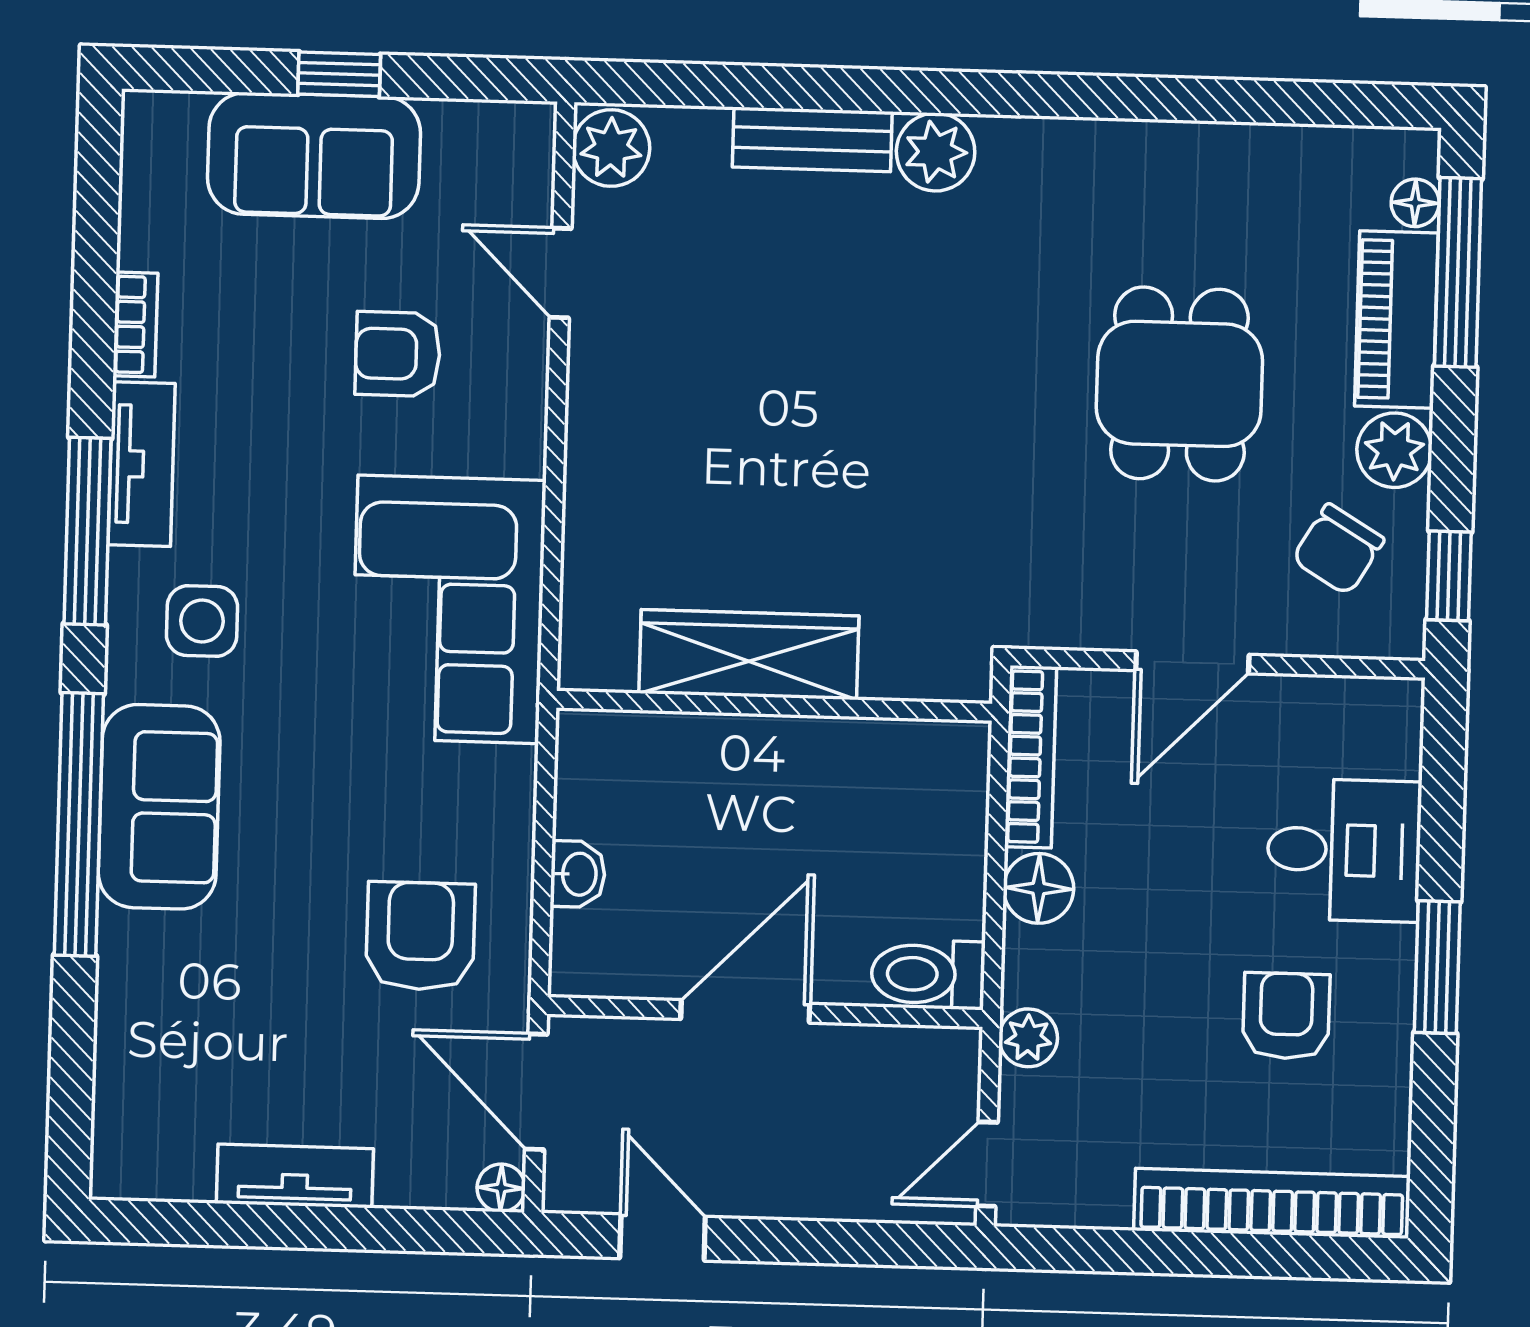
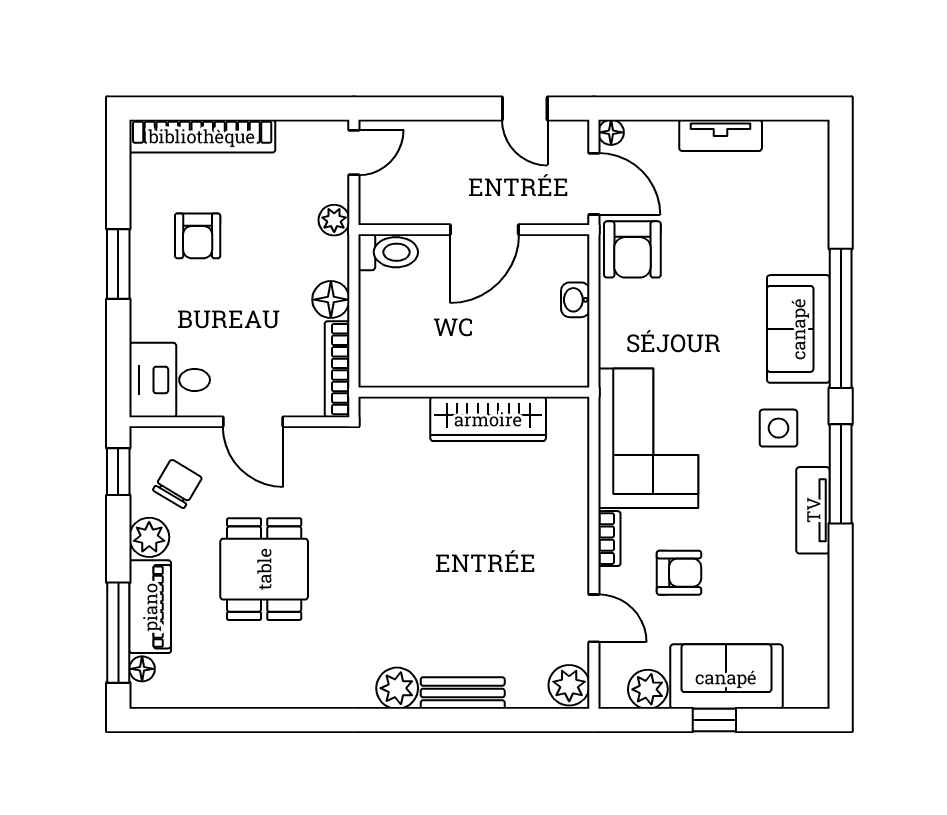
plant: (463, 136) -> (648, 689), added
bookcase: (135, 325) -> (609, 539), moved, turned 180
door: (1192, 662) -> (253, 422), swing flipped
desk: (1344, 850) -> (170, 380), moved
armchair: (420, 936) -> (632, 249), moved

